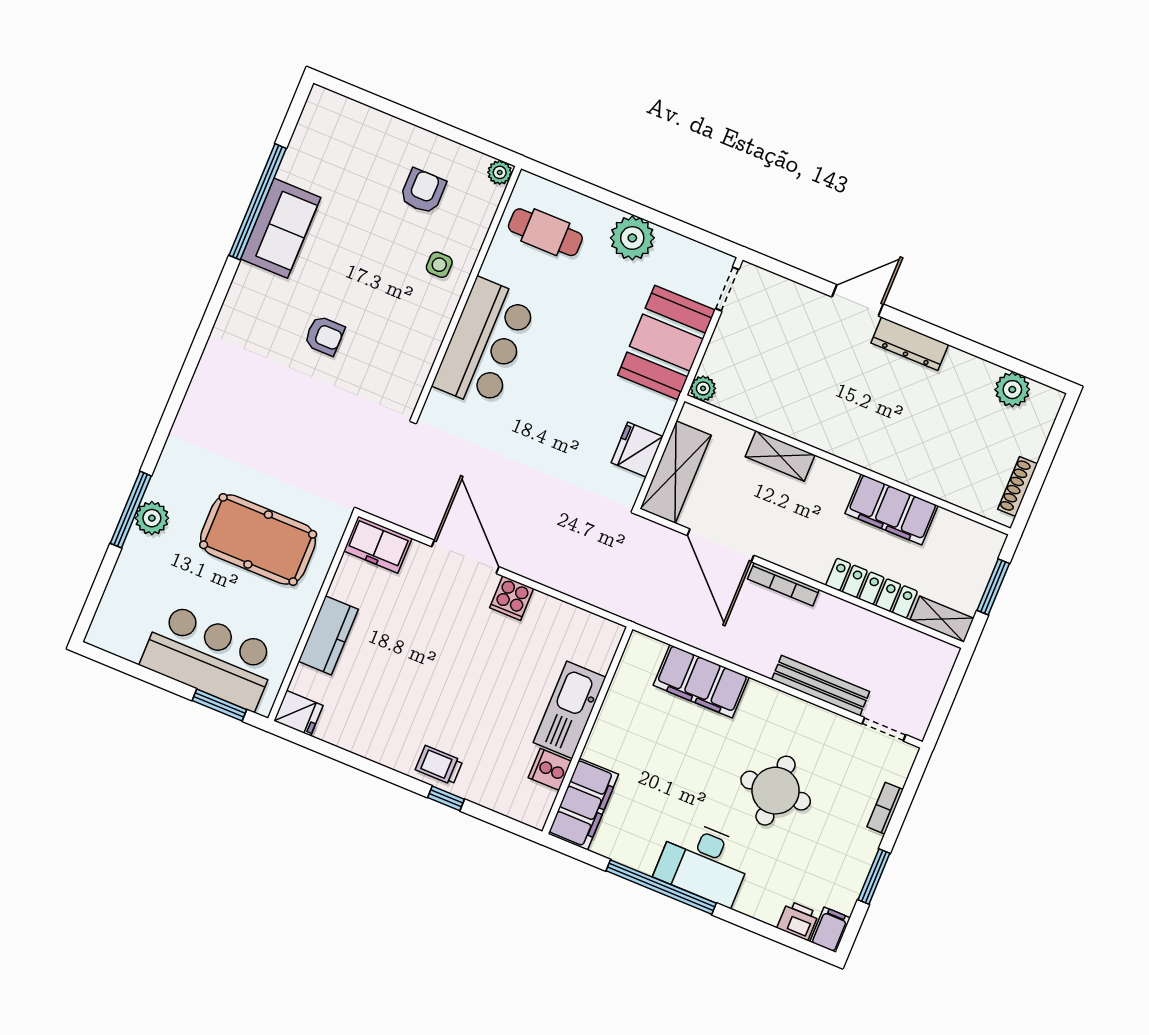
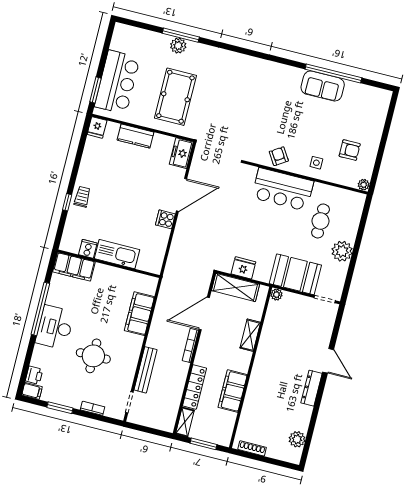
cafe table: (545, 232) -> (321, 221), moved
armchair: (324, 336) -> (279, 156), moved, turned 147

